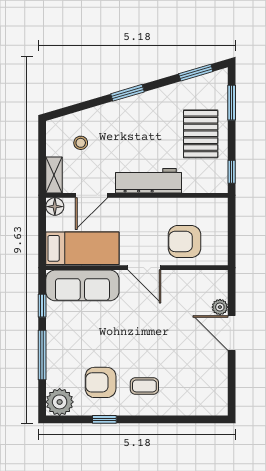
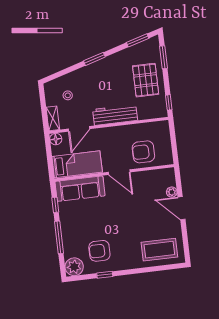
coffee table: (144, 386) -> (159, 250), moved, width x1.86, depth x1.72

